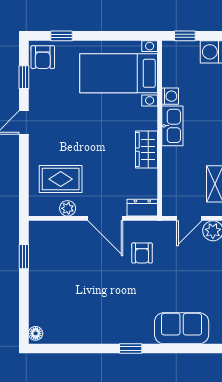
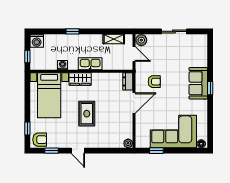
kitchen sink: (172, 126) -> (90, 64), moved
wardrobe: (146, 150) -> (80, 79), moved
rug: (61, 179) -> (87, 114), moved
plant: (68, 208) -> (128, 143), moved
corner sofa: (57, 286) -> (173, 131), added
sofa: (182, 328) -> (198, 83), moved

